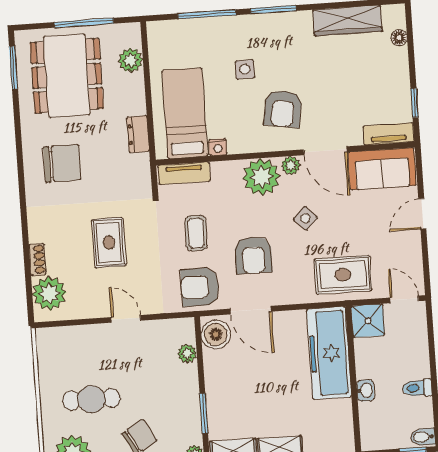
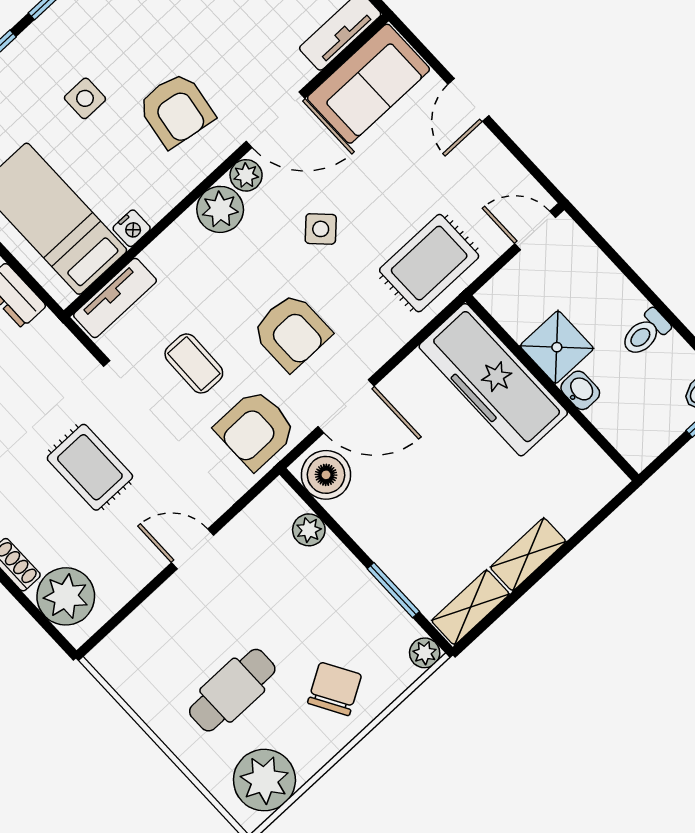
plant: (261, 177) -> (220, 209), width x0.73, depth x0.73
shower: (368, 321) -> (557, 347), moved

